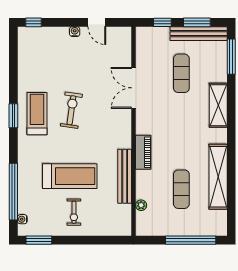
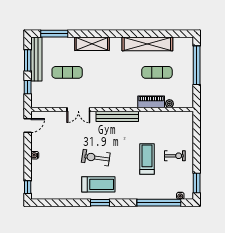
door: (97, 22) -> (28, 126), moved
double door: (134, 88) -> (78, 109), width x0.73
treadmill: (37, 114) -> (98, 184), turned 180
piano: (143, 152) -> (151, 102), moved
treadmill: (70, 176) -> (147, 159), width x0.73, depth x0.73
bench: (125, 176) -> (117, 116), moved

